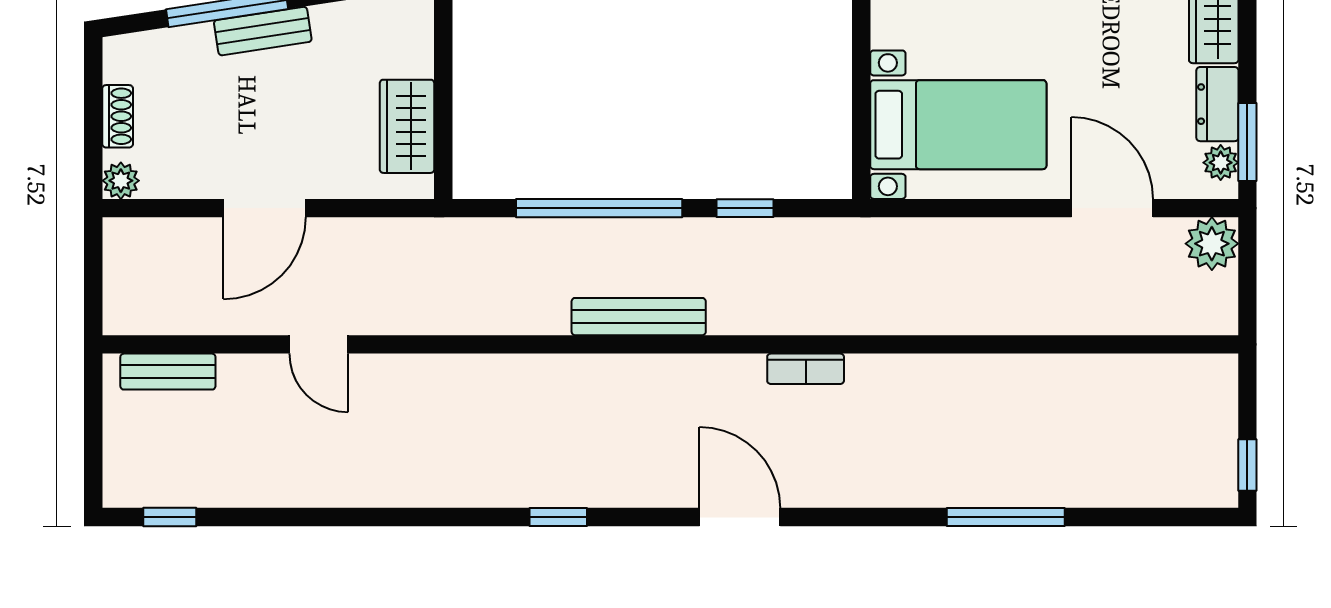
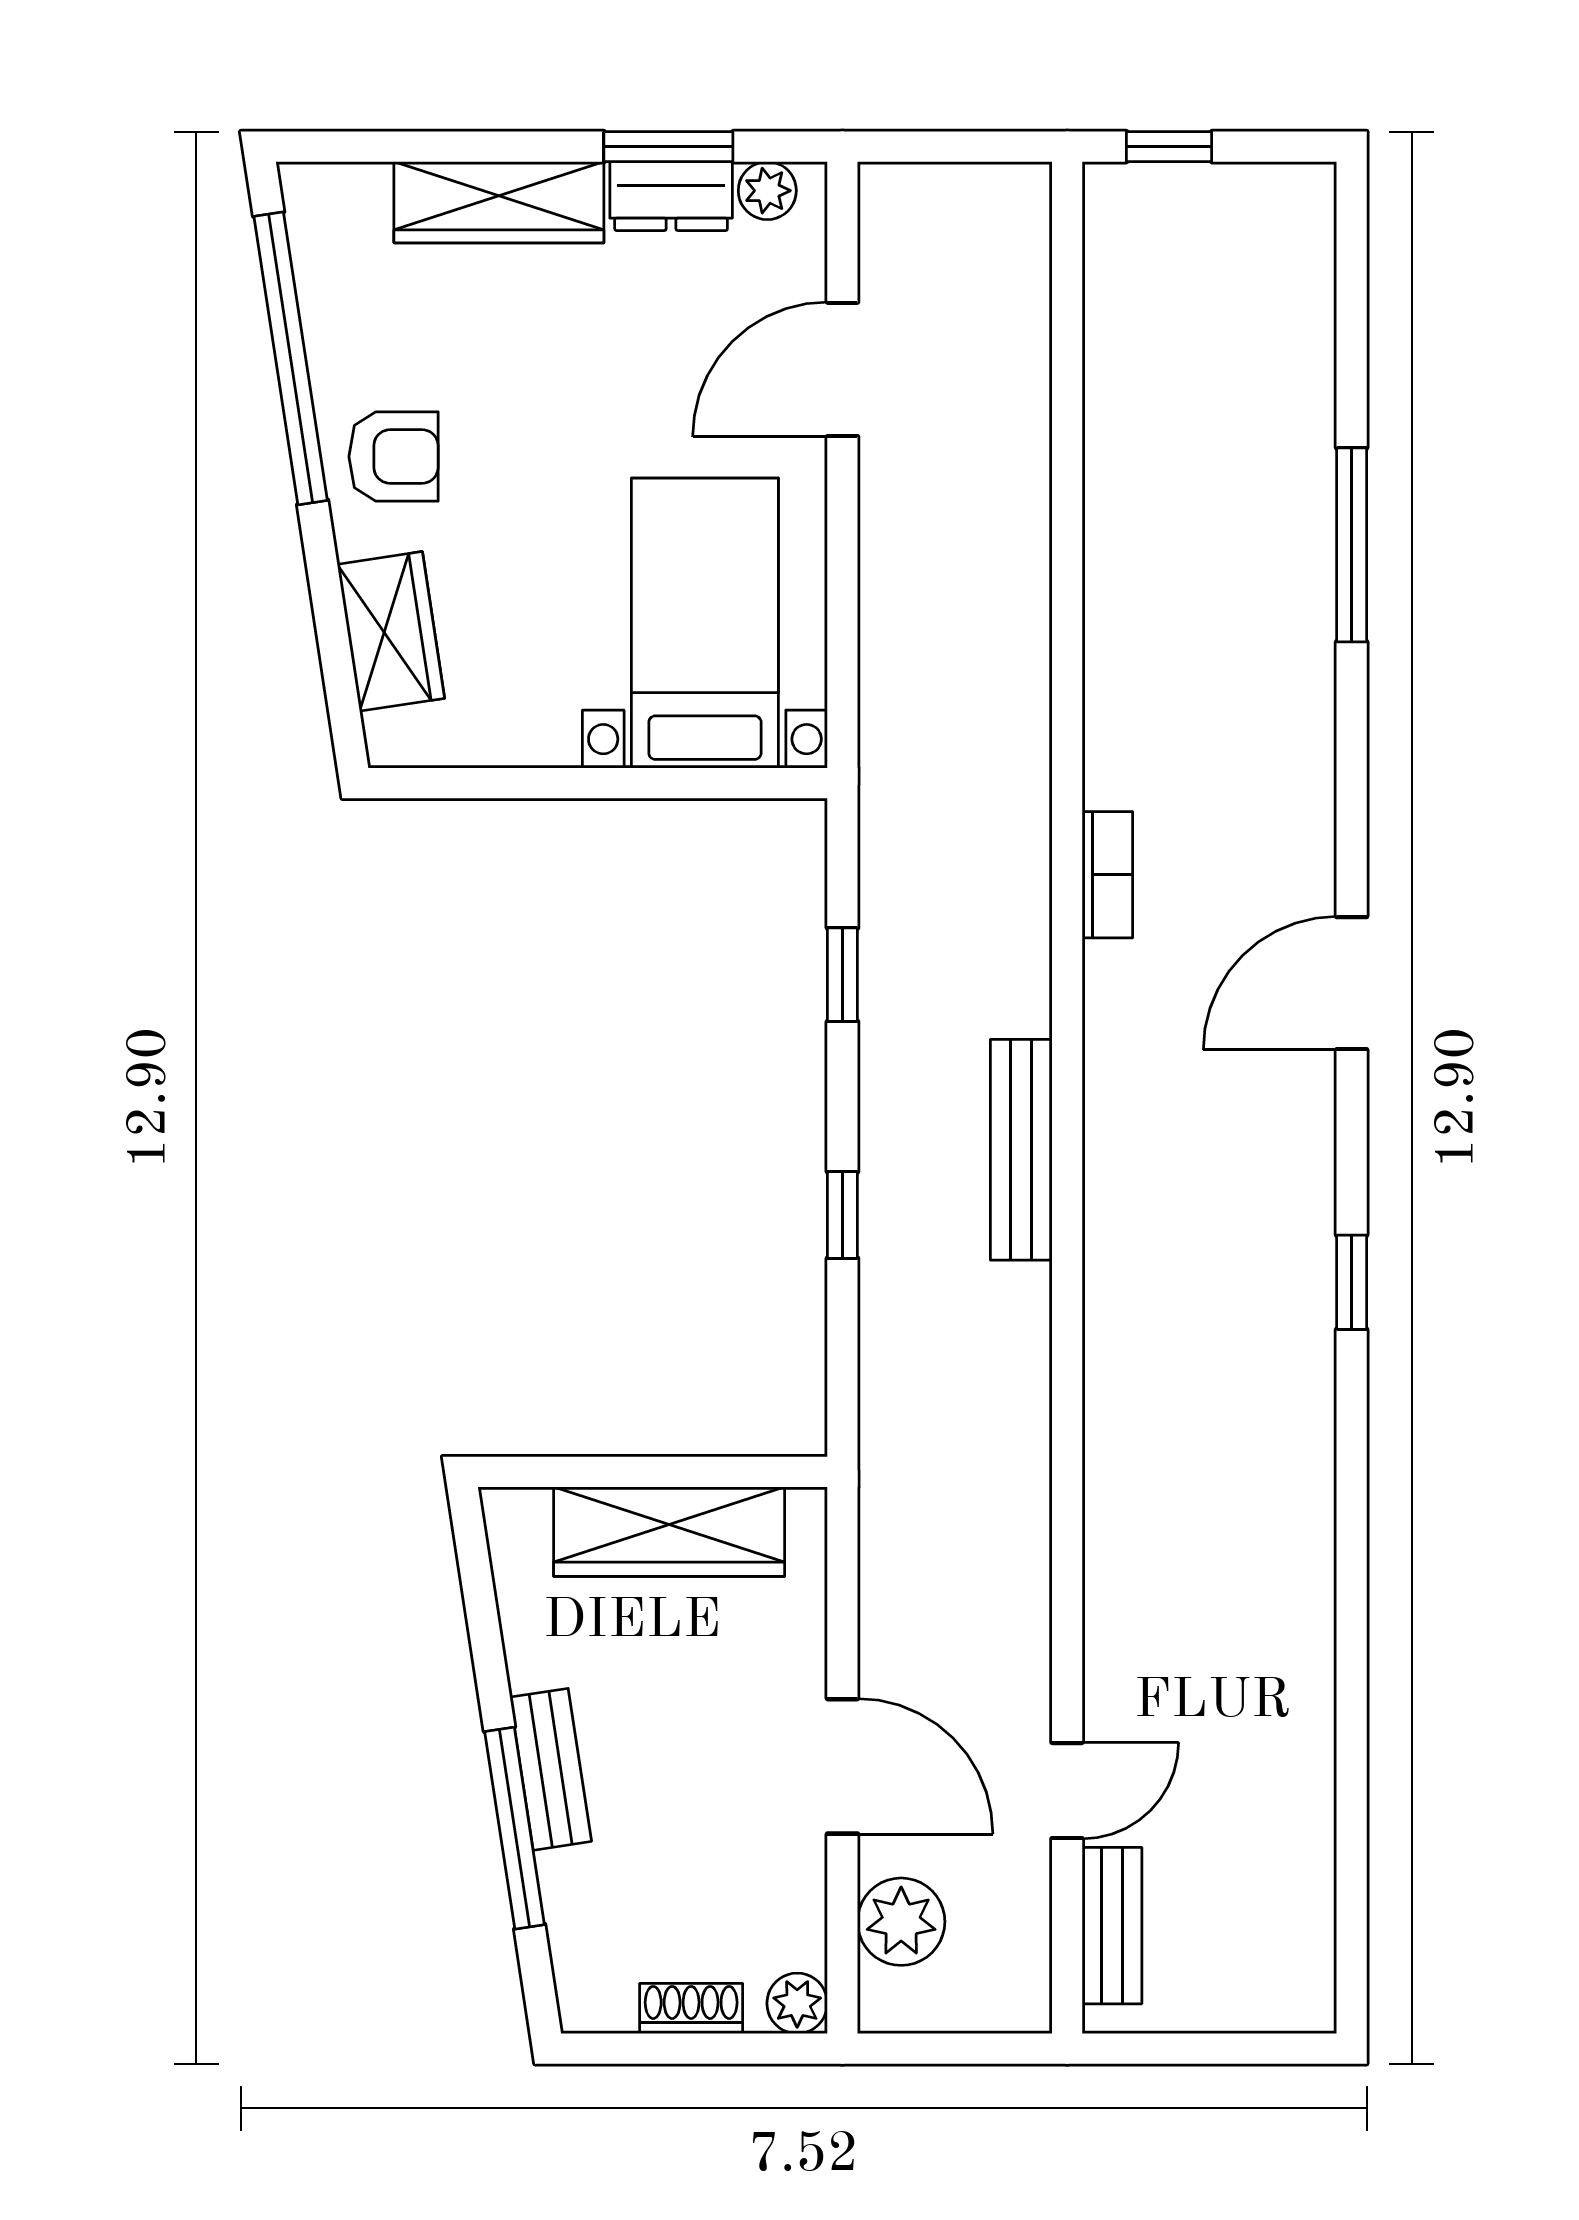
wardrobe: (407, 126) -> (669, 1532), width x1.50
window: (1247, 142) -> (668, 147), moved
window: (599, 208) -> (842, 1215), width x0.32
plant: (1212, 244) -> (901, 1922), moved
door: (319, 344) -> (1067, 1791), moved
window: (1247, 465) -> (1169, 147), moved
window: (170, 517) -> (1352, 1923), removed

